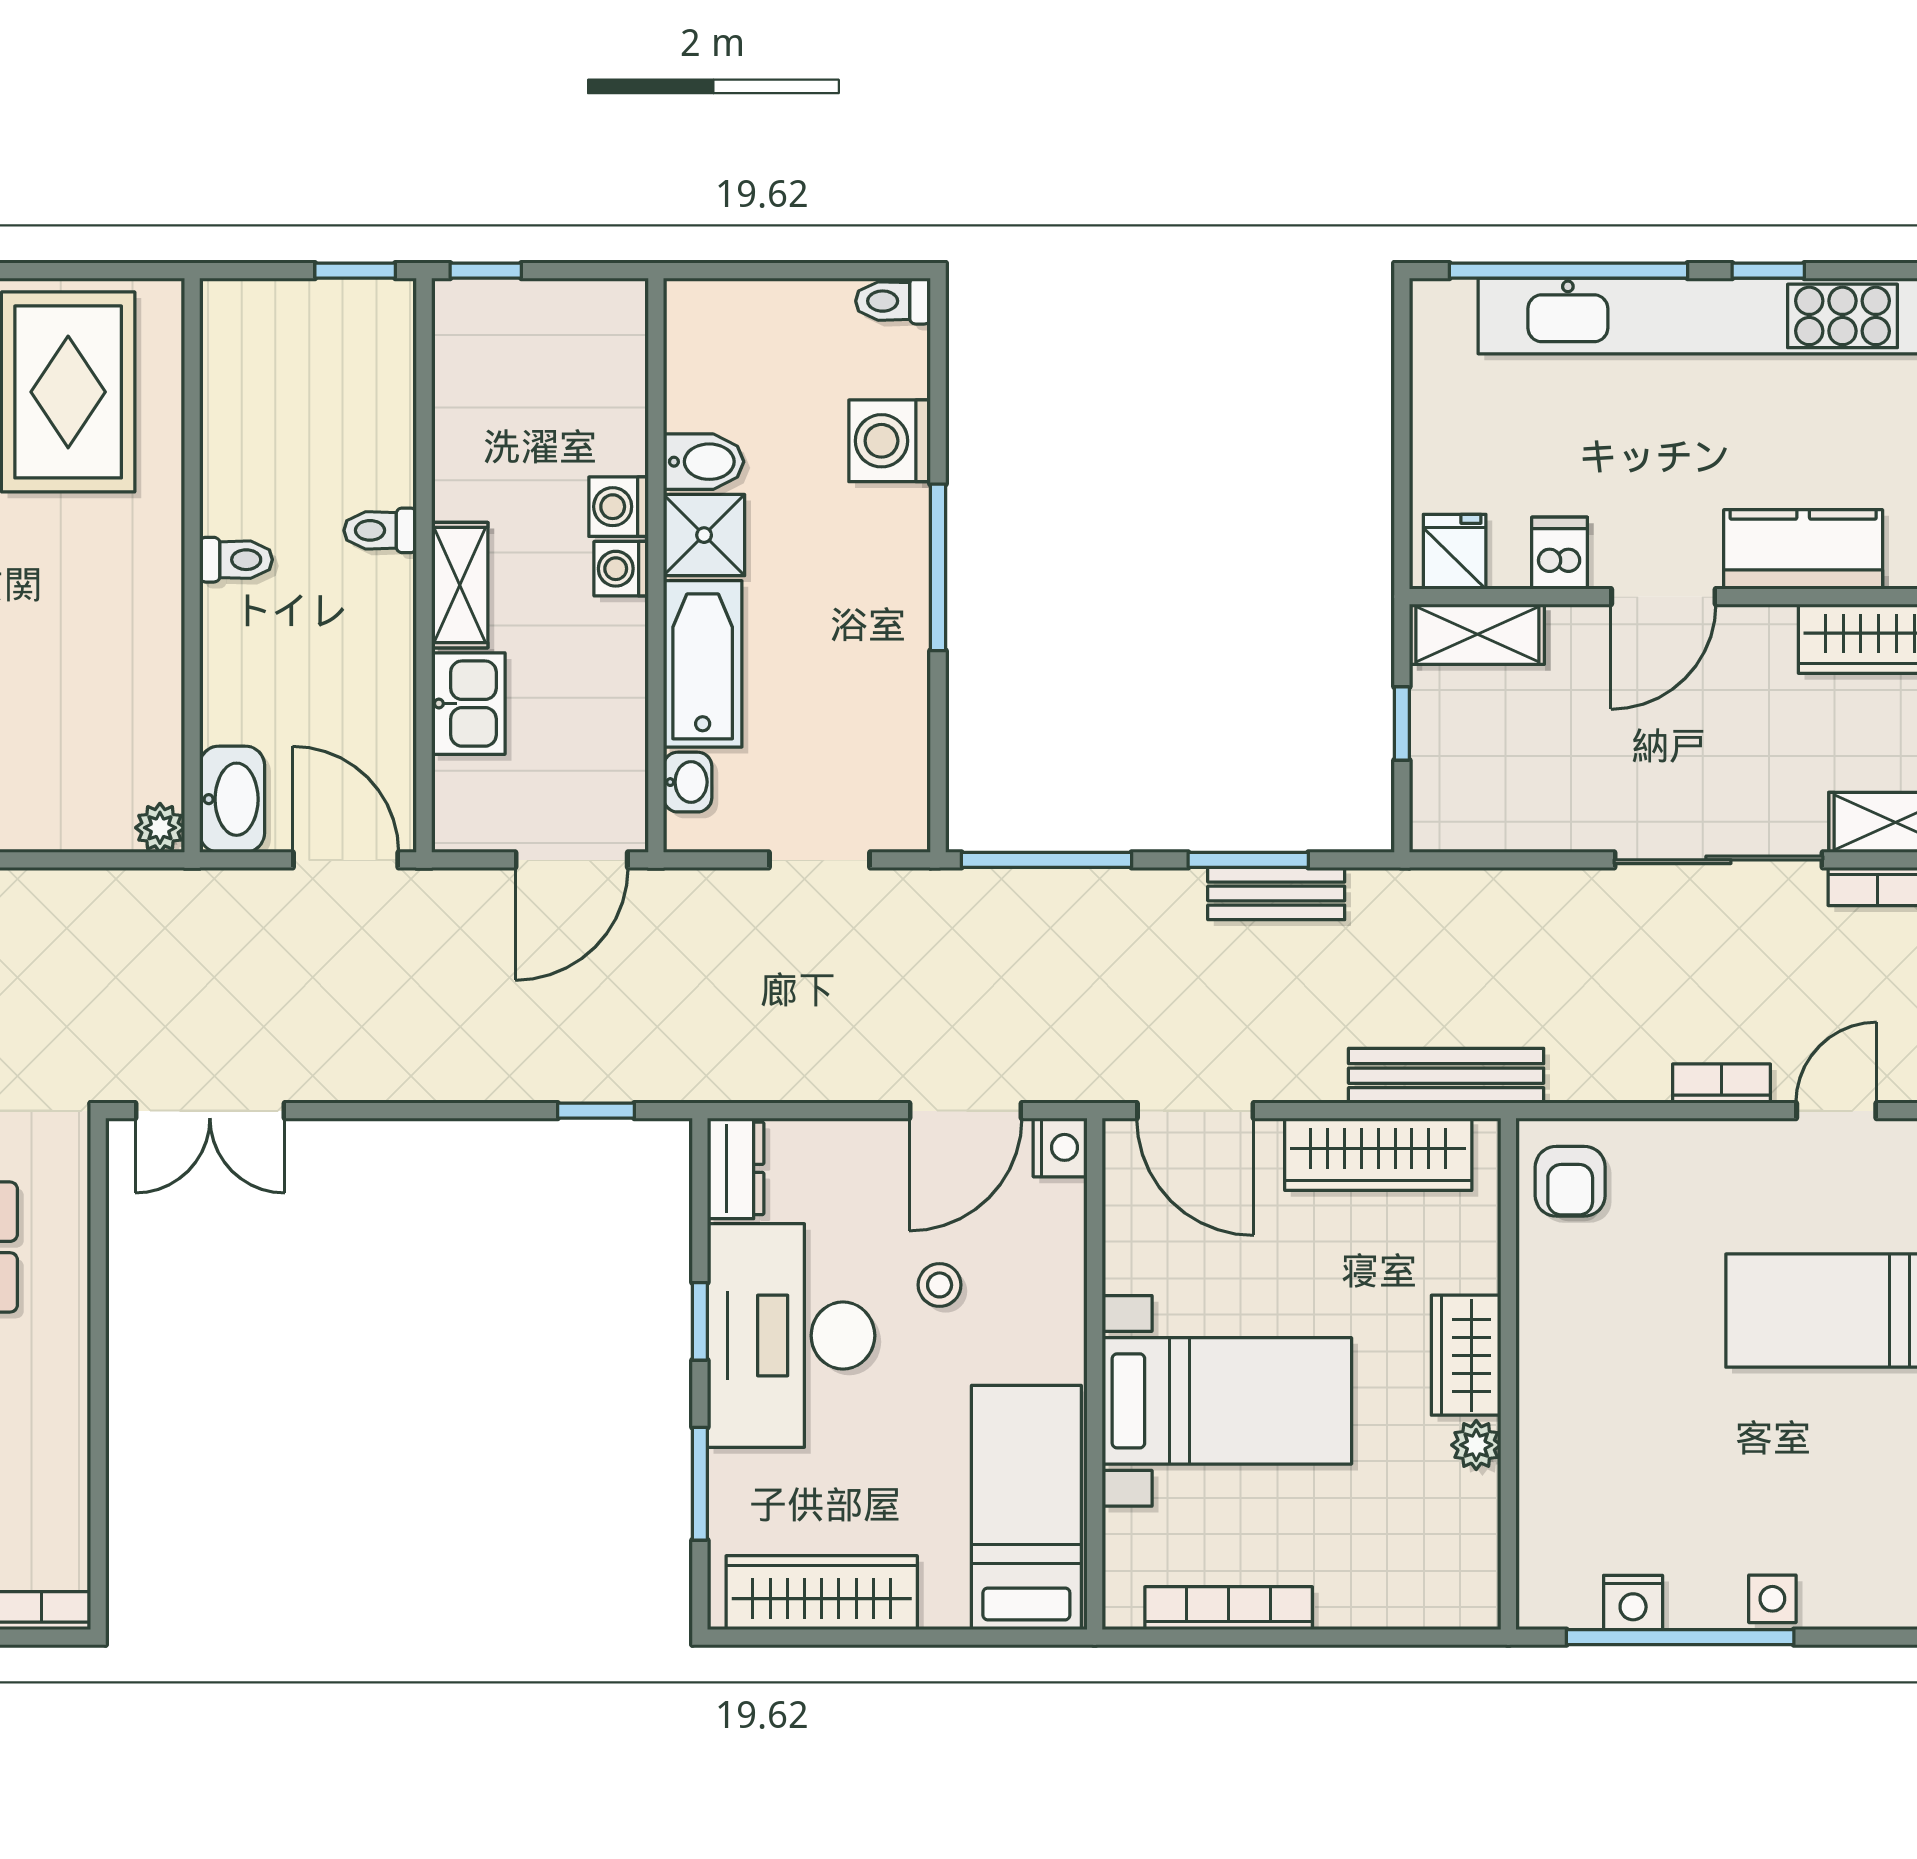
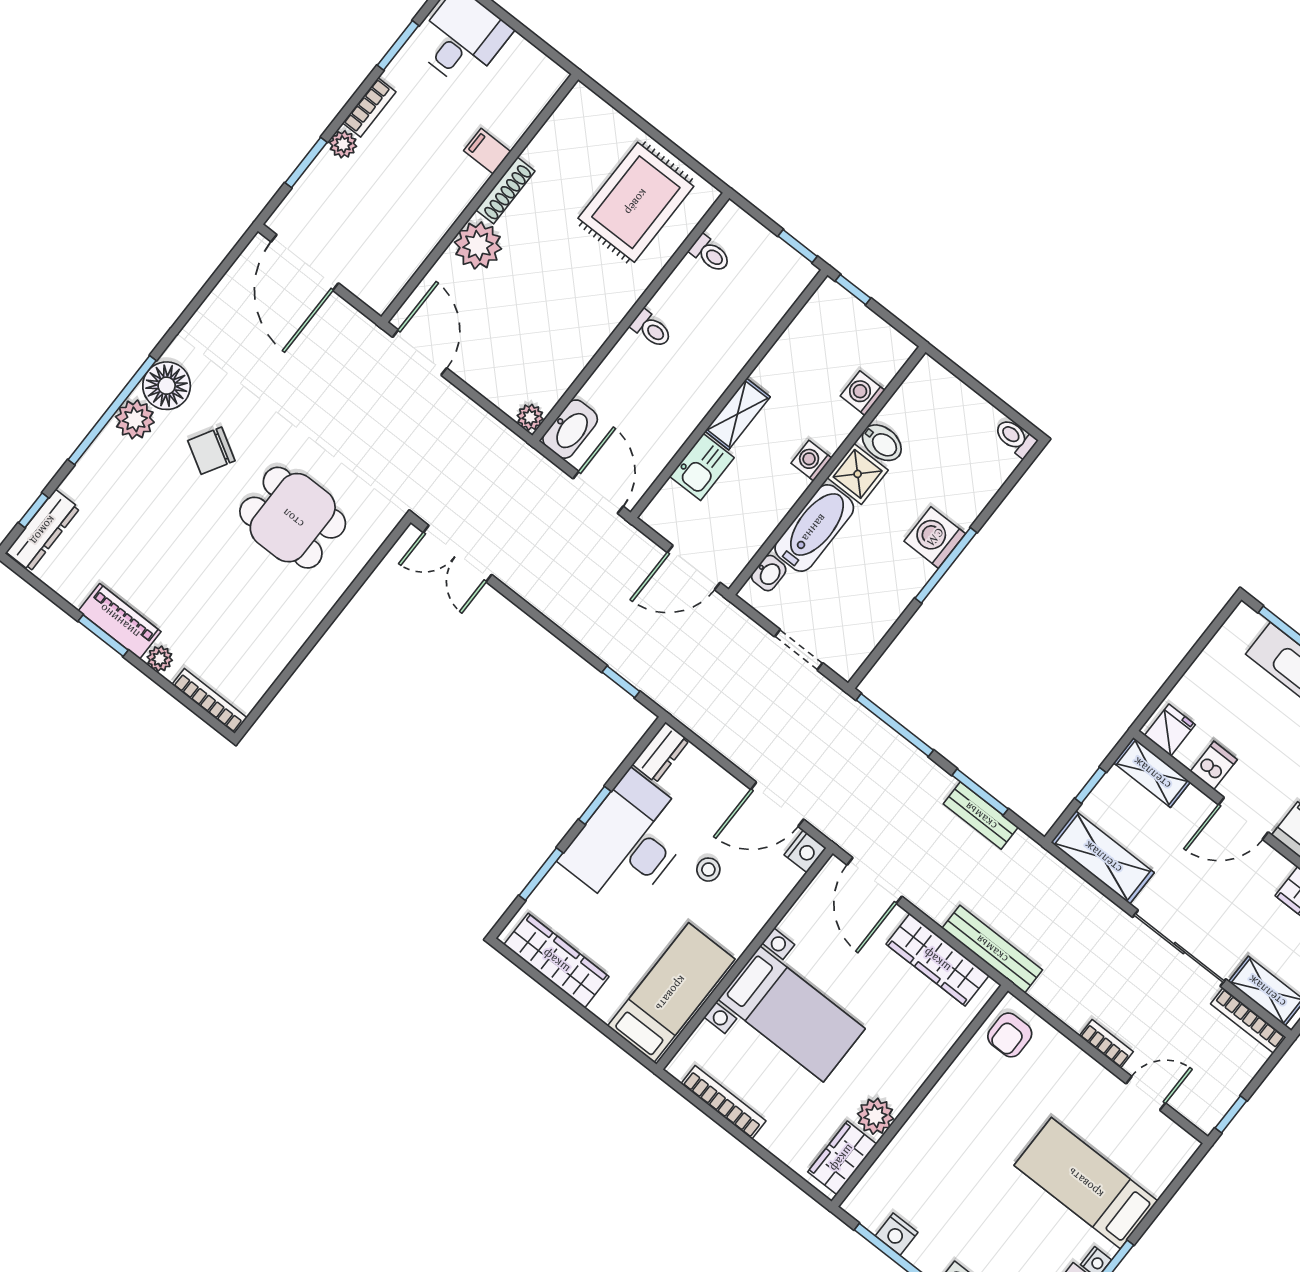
washing machine: (890, 441) -> (935, 537), moved
washing machine: (619, 507) -> (863, 393), moved
toilet: (380, 530) -> (710, 254), moved, turned 180
shelving: (1502, 815) -> (1103, 857), added
wardrobe: (1466, 1355) -> (842, 1158), moved
plant: (1476, 1445) -> (875, 1116), width x1.38, depth x1.38

